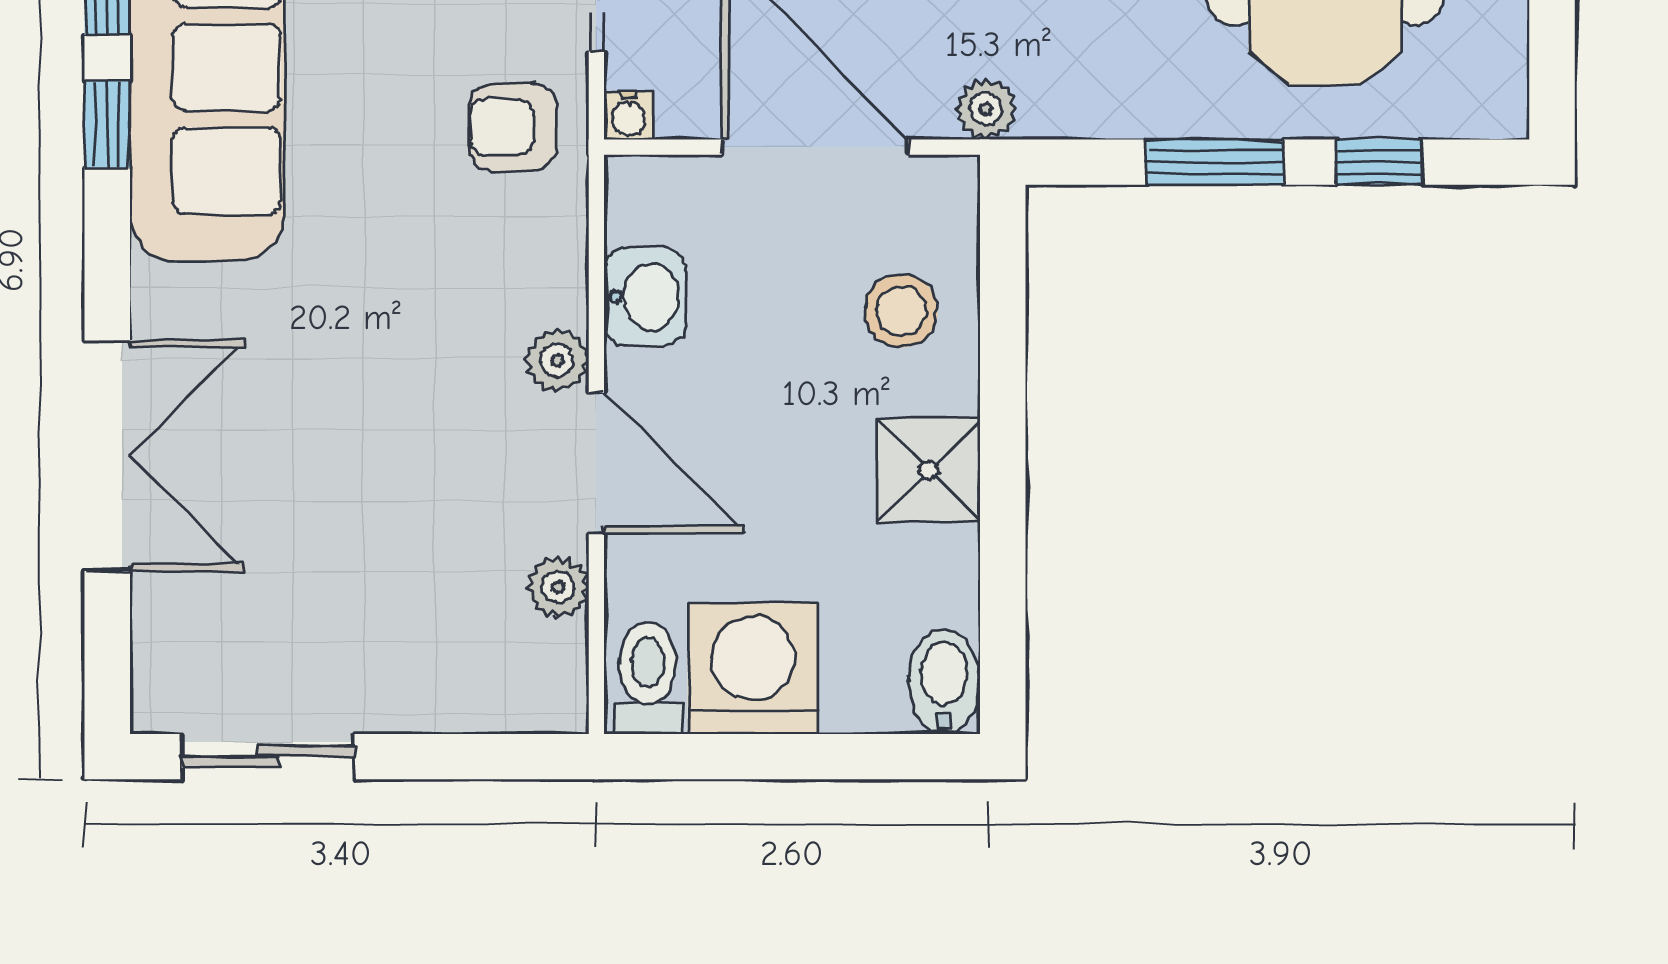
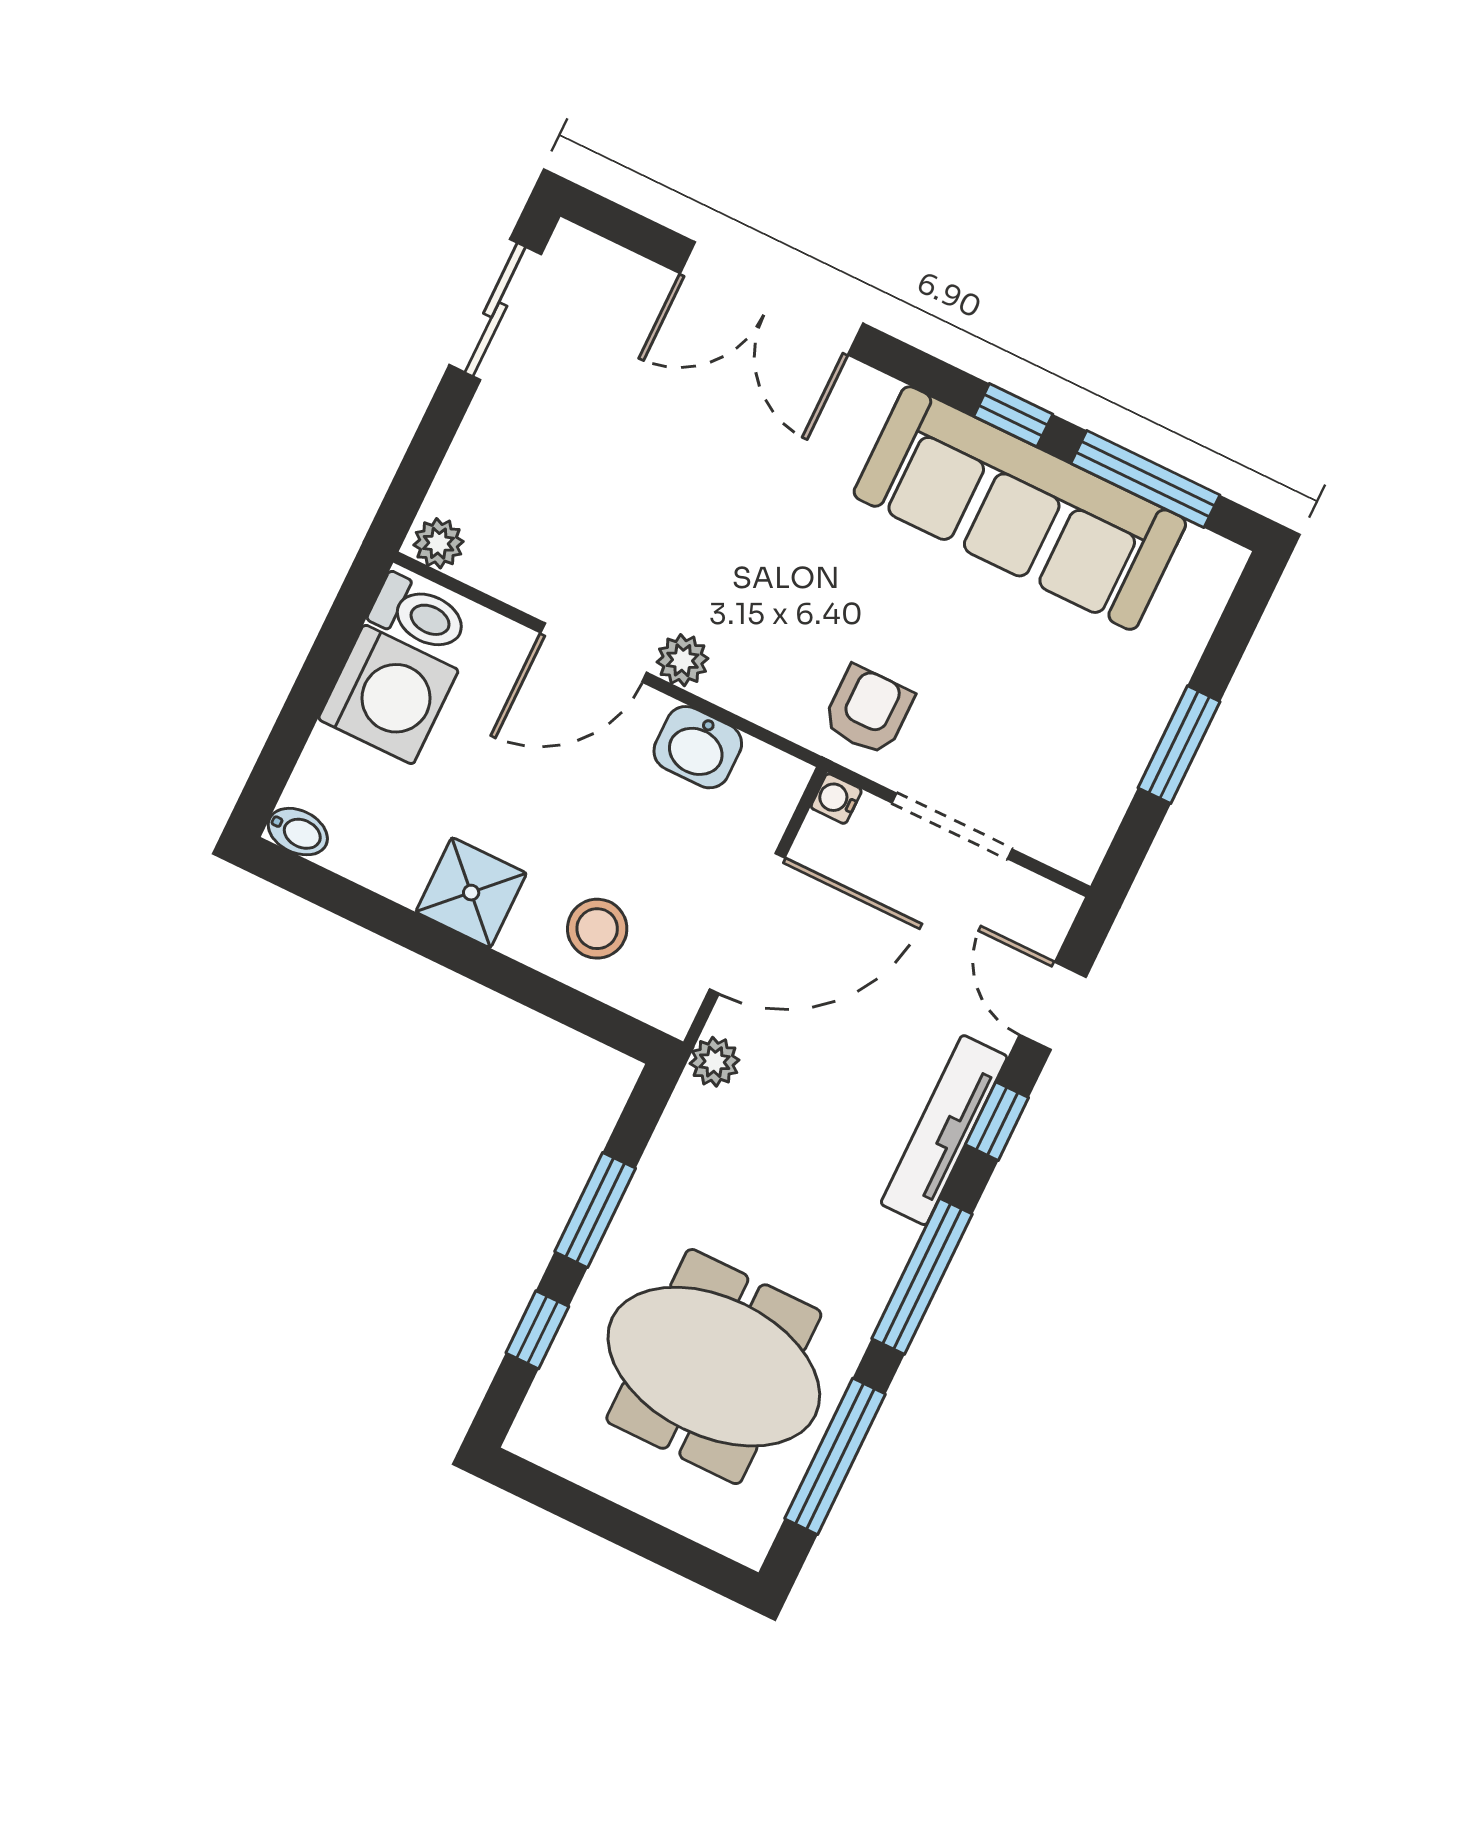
plant: (558, 587) -> (438, 543), moved
bidet: (944, 682) -> (298, 832), width x0.72, depth x0.74

